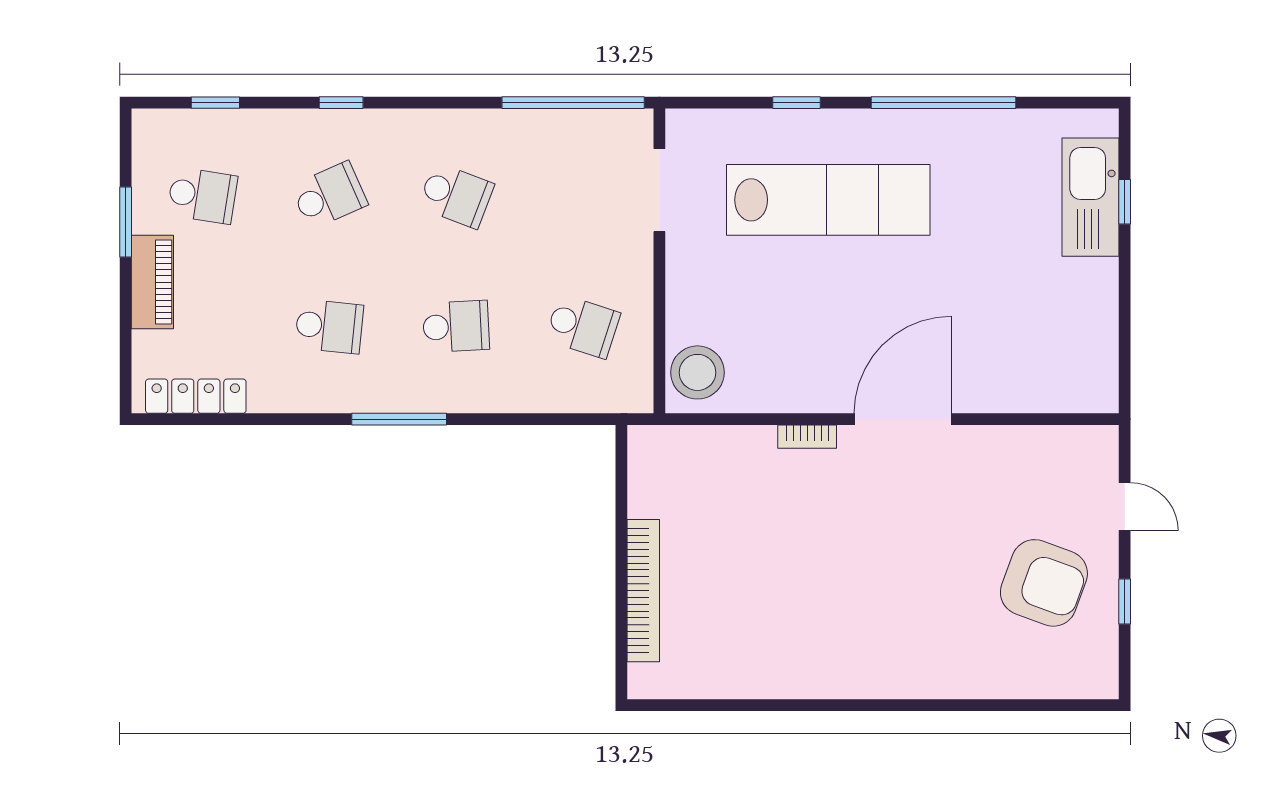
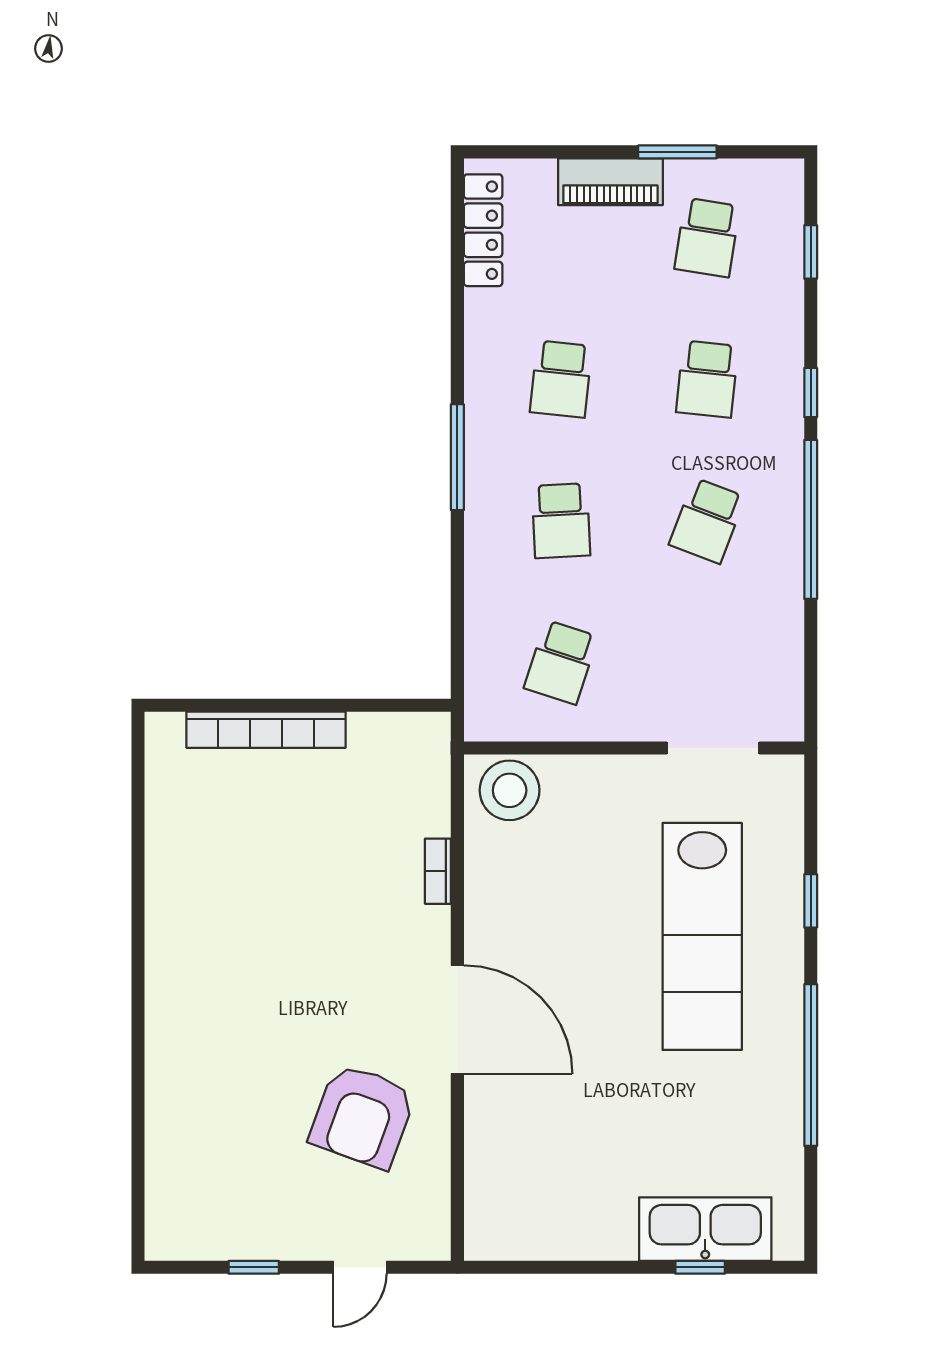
window: (573, 103) -> (811, 519), moved
school desk: (329, 195) -> (707, 379), turned 30
bookcase: (807, 437) -> (438, 871), moved
armchair: (1044, 583) -> (362, 1116), moved

